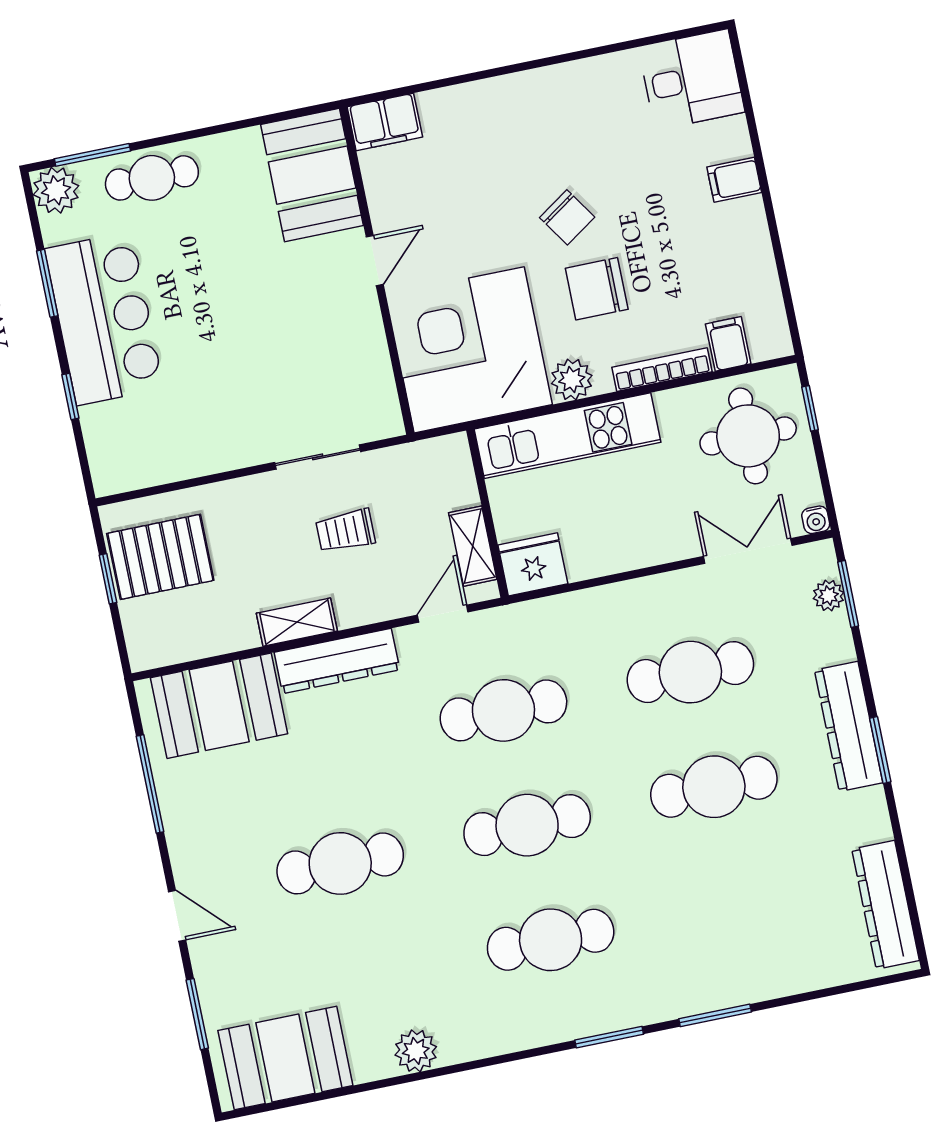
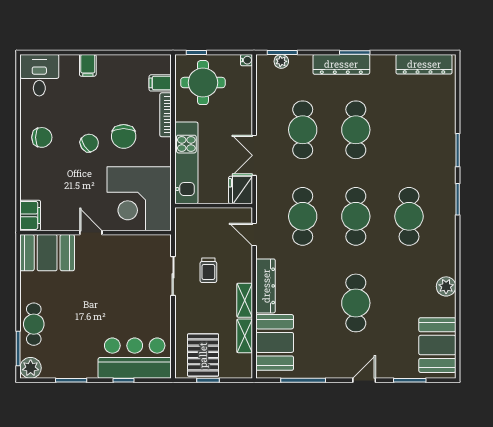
chair: (558, 113) -> (42, 137), added
bar counter: (104, 318) -> (135, 358), moved
plant: (572, 379) -> (162, 156), removed
shelving: (473, 546) -> (245, 336), moved, turned 90
double door: (748, 551) -> (254, 155), moved

